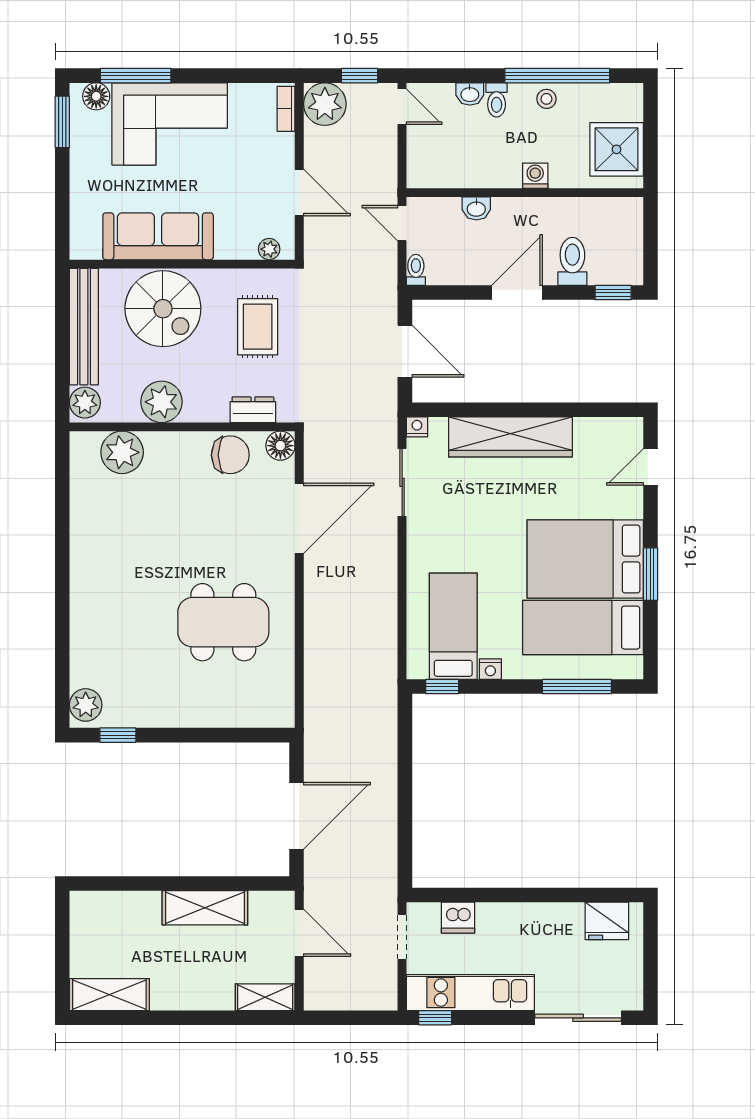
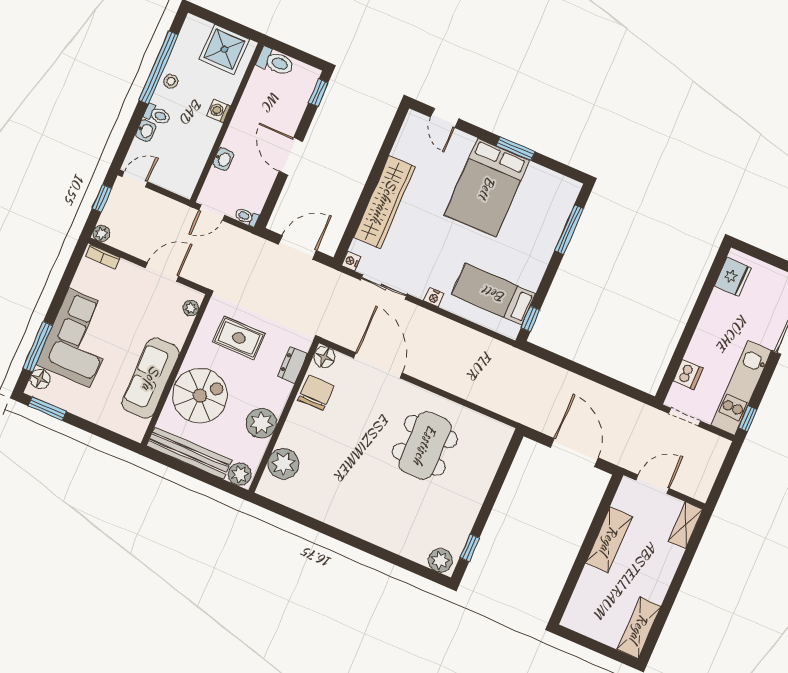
plant: (325, 104) -> (101, 233), width x0.53, depth x0.53
toilet: (572, 261) -> (275, 62), moved, turned 180
bed: (583, 628) -> (532, 209), removed
nightstand: (490, 669) -> (434, 297), moved, turned 90

